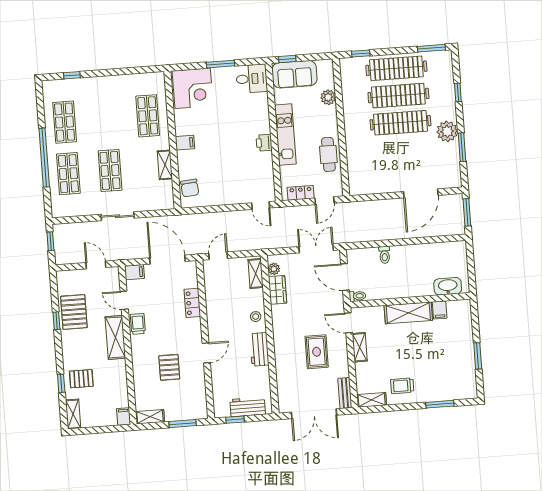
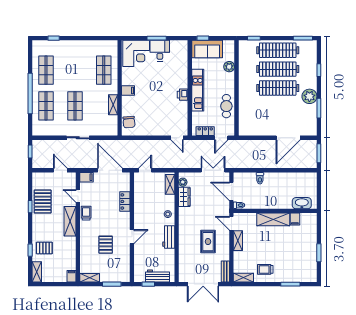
desk: (252, 79) -> (160, 51), moved, turned -90

